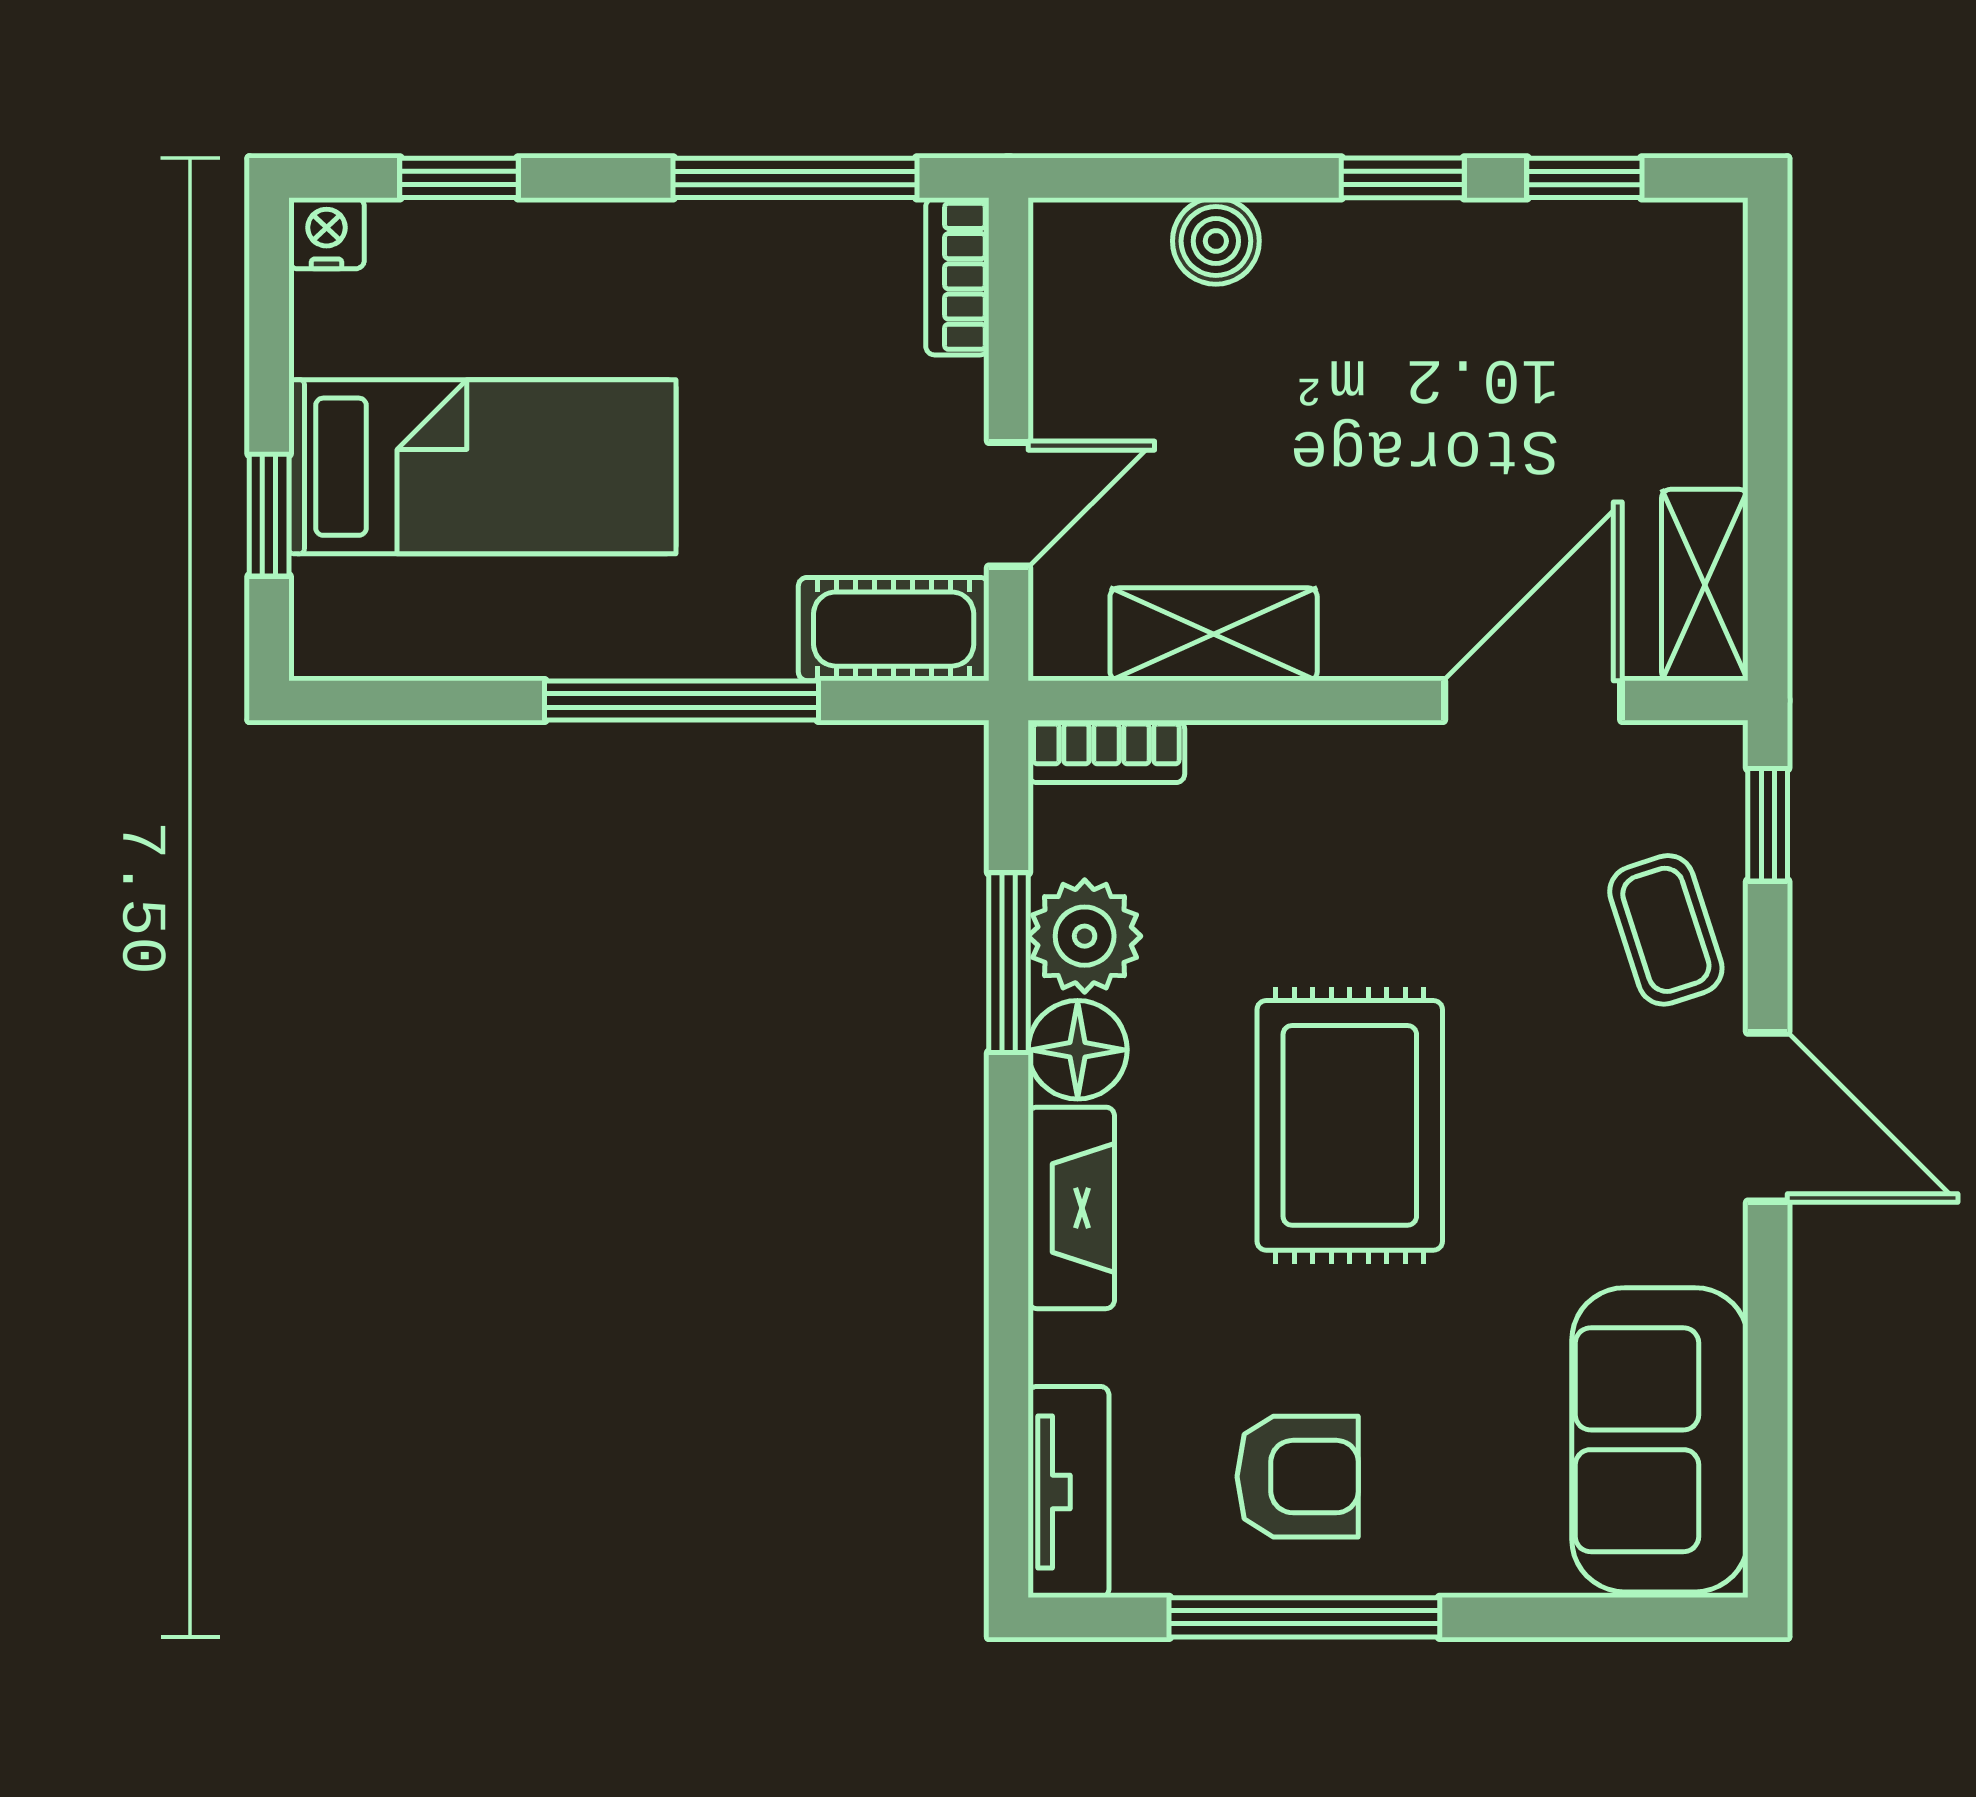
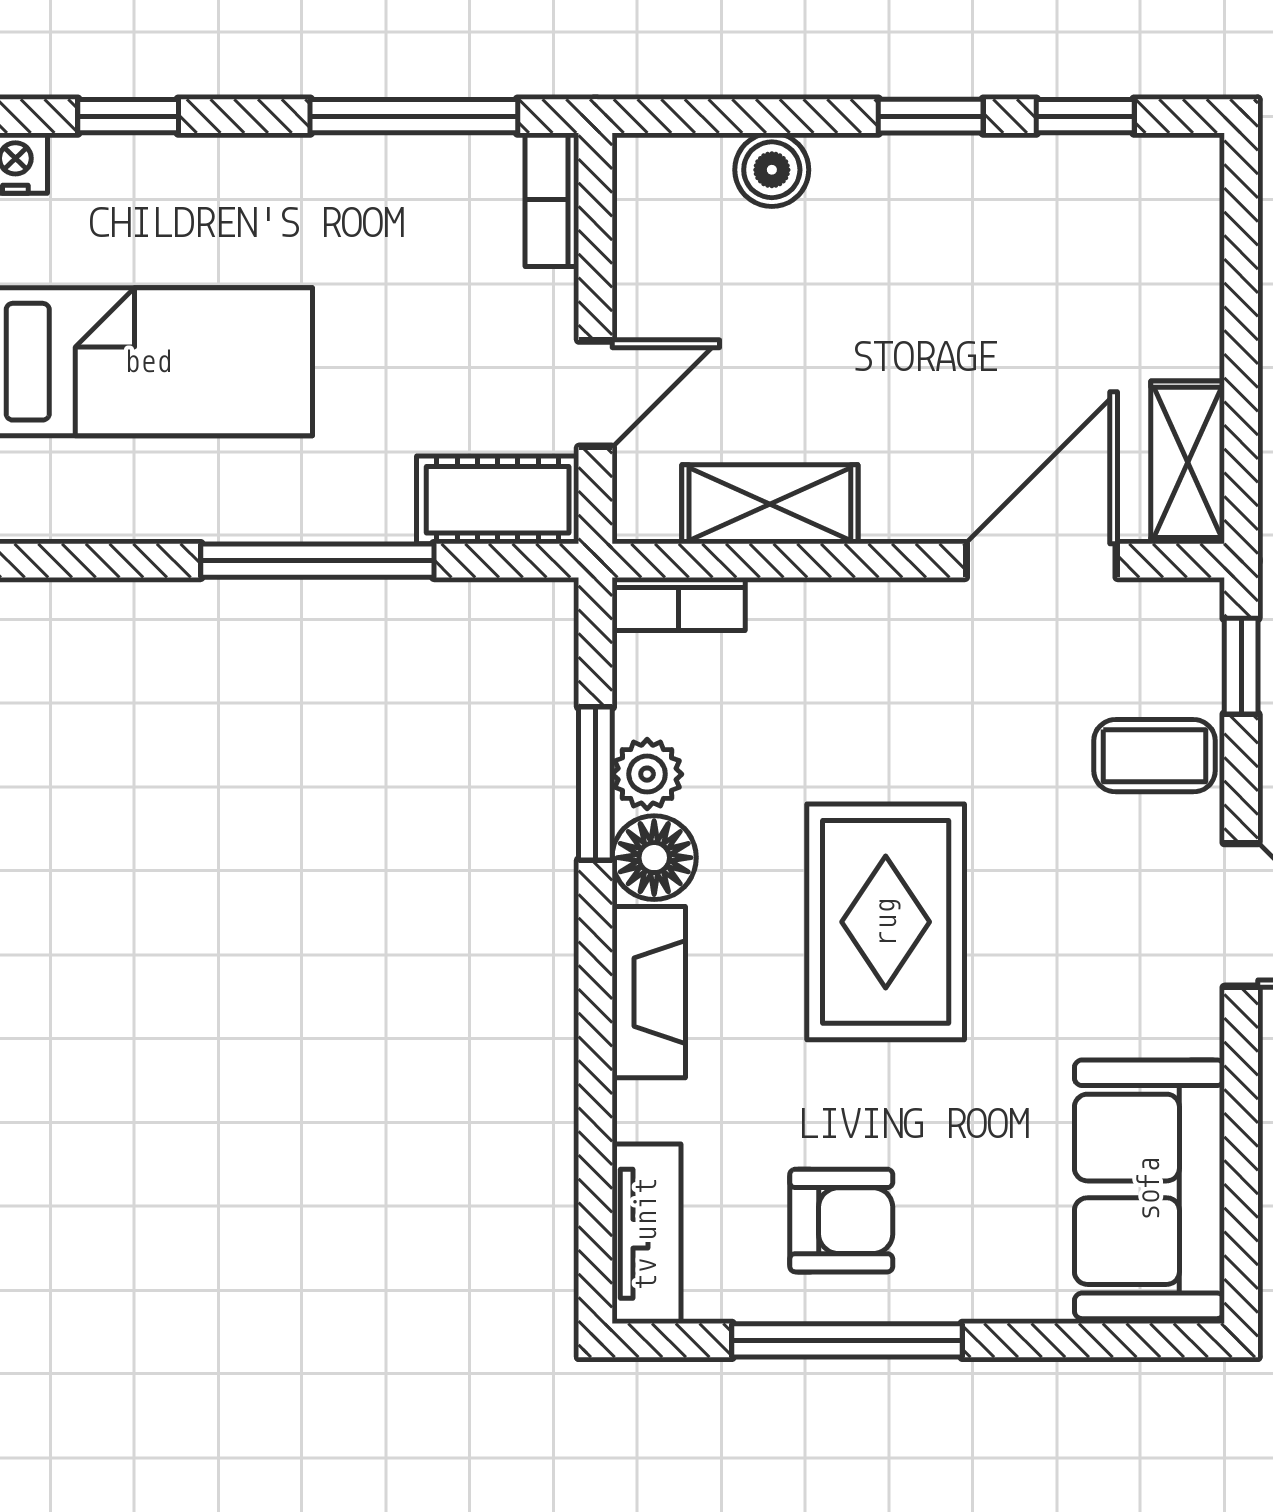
coffee table: (1666, 930) -> (1154, 756), turned -72
plant: (1085, 936) -> (647, 774), width x0.73, depth x0.73

